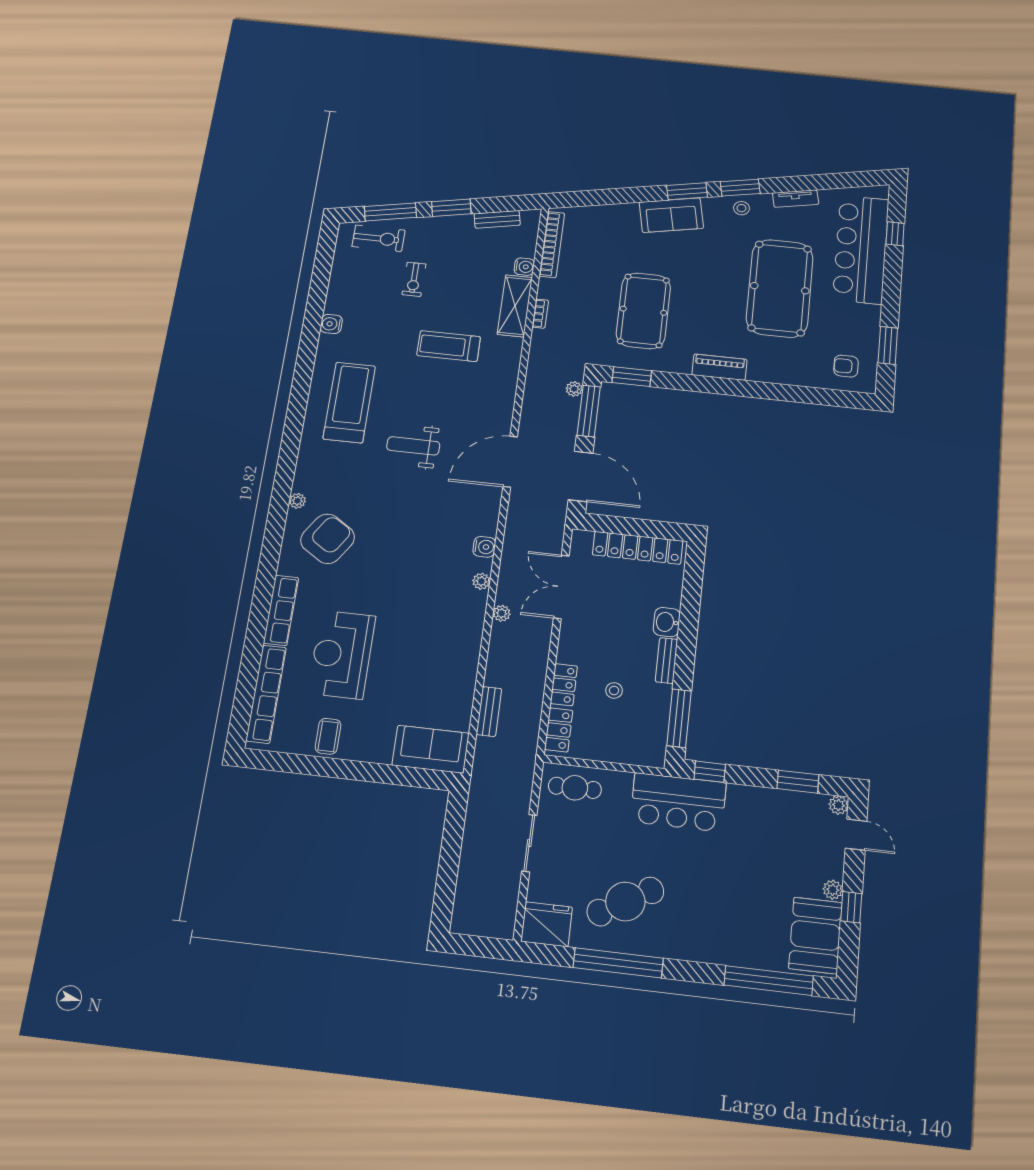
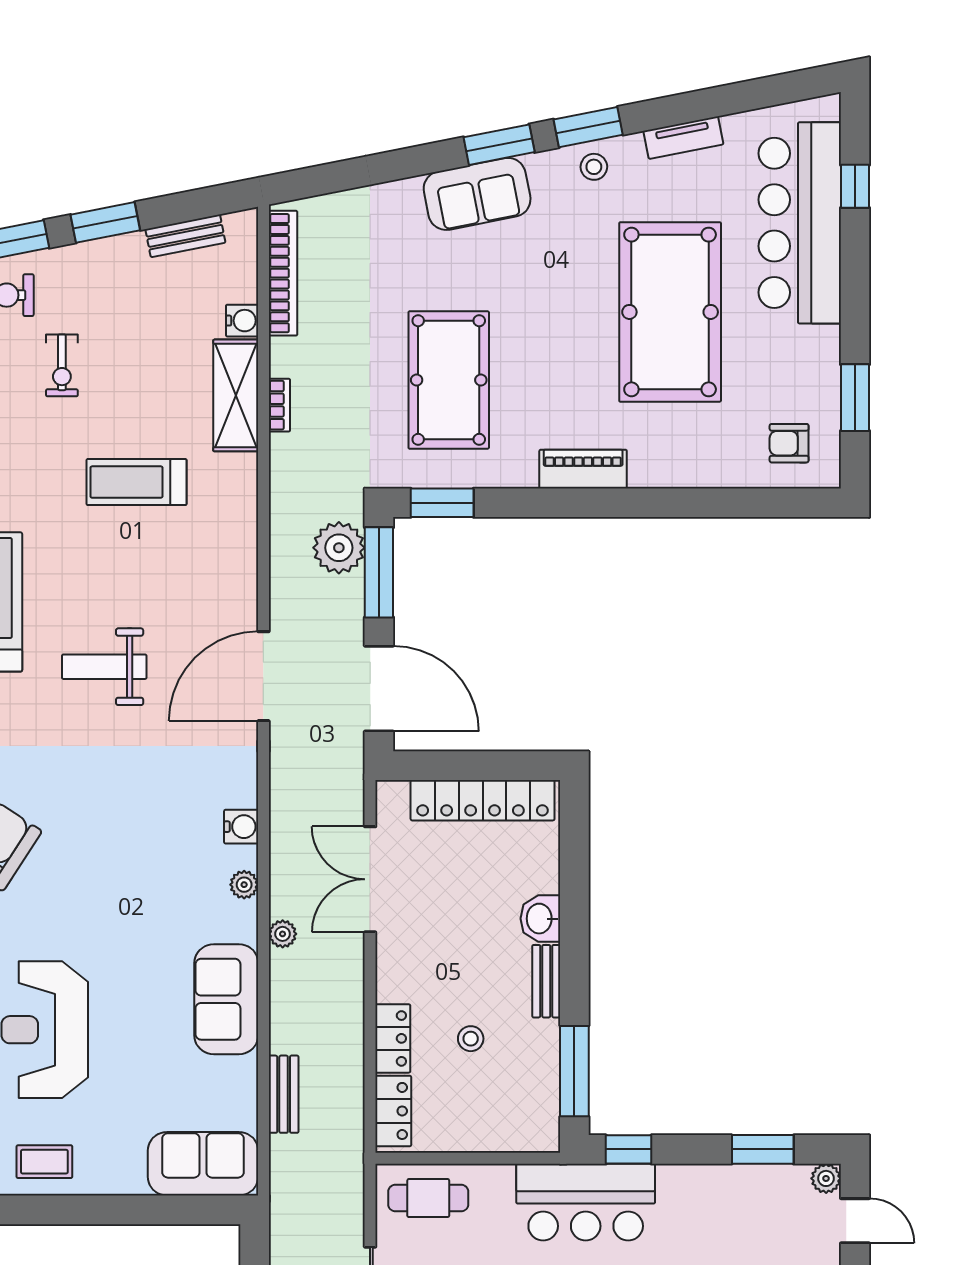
plant: (574, 389) -> (339, 548), width x1.88, depth x1.88
sofa: (460, 649) -> (226, 999), added
coffee table: (328, 736) -> (44, 1162), turned 90

